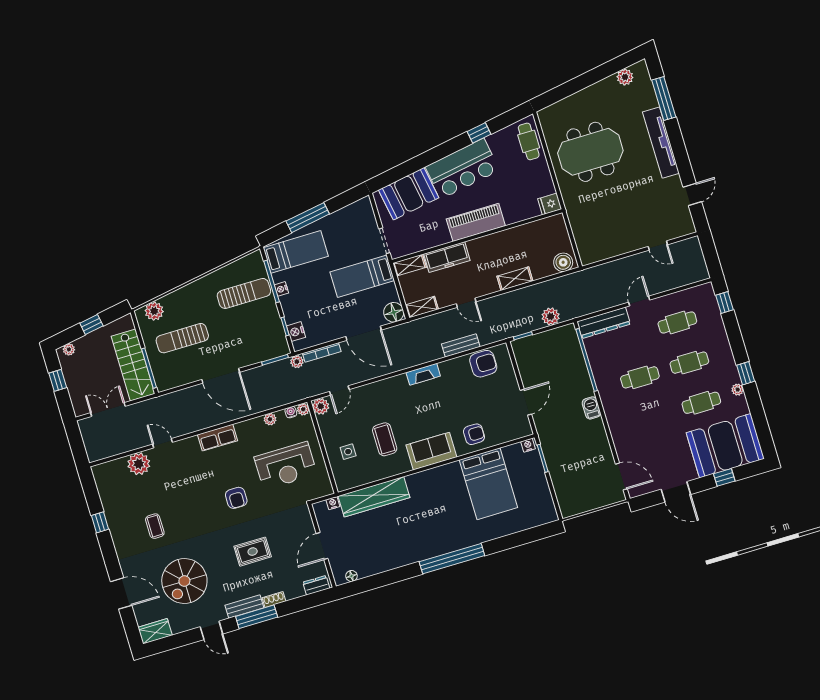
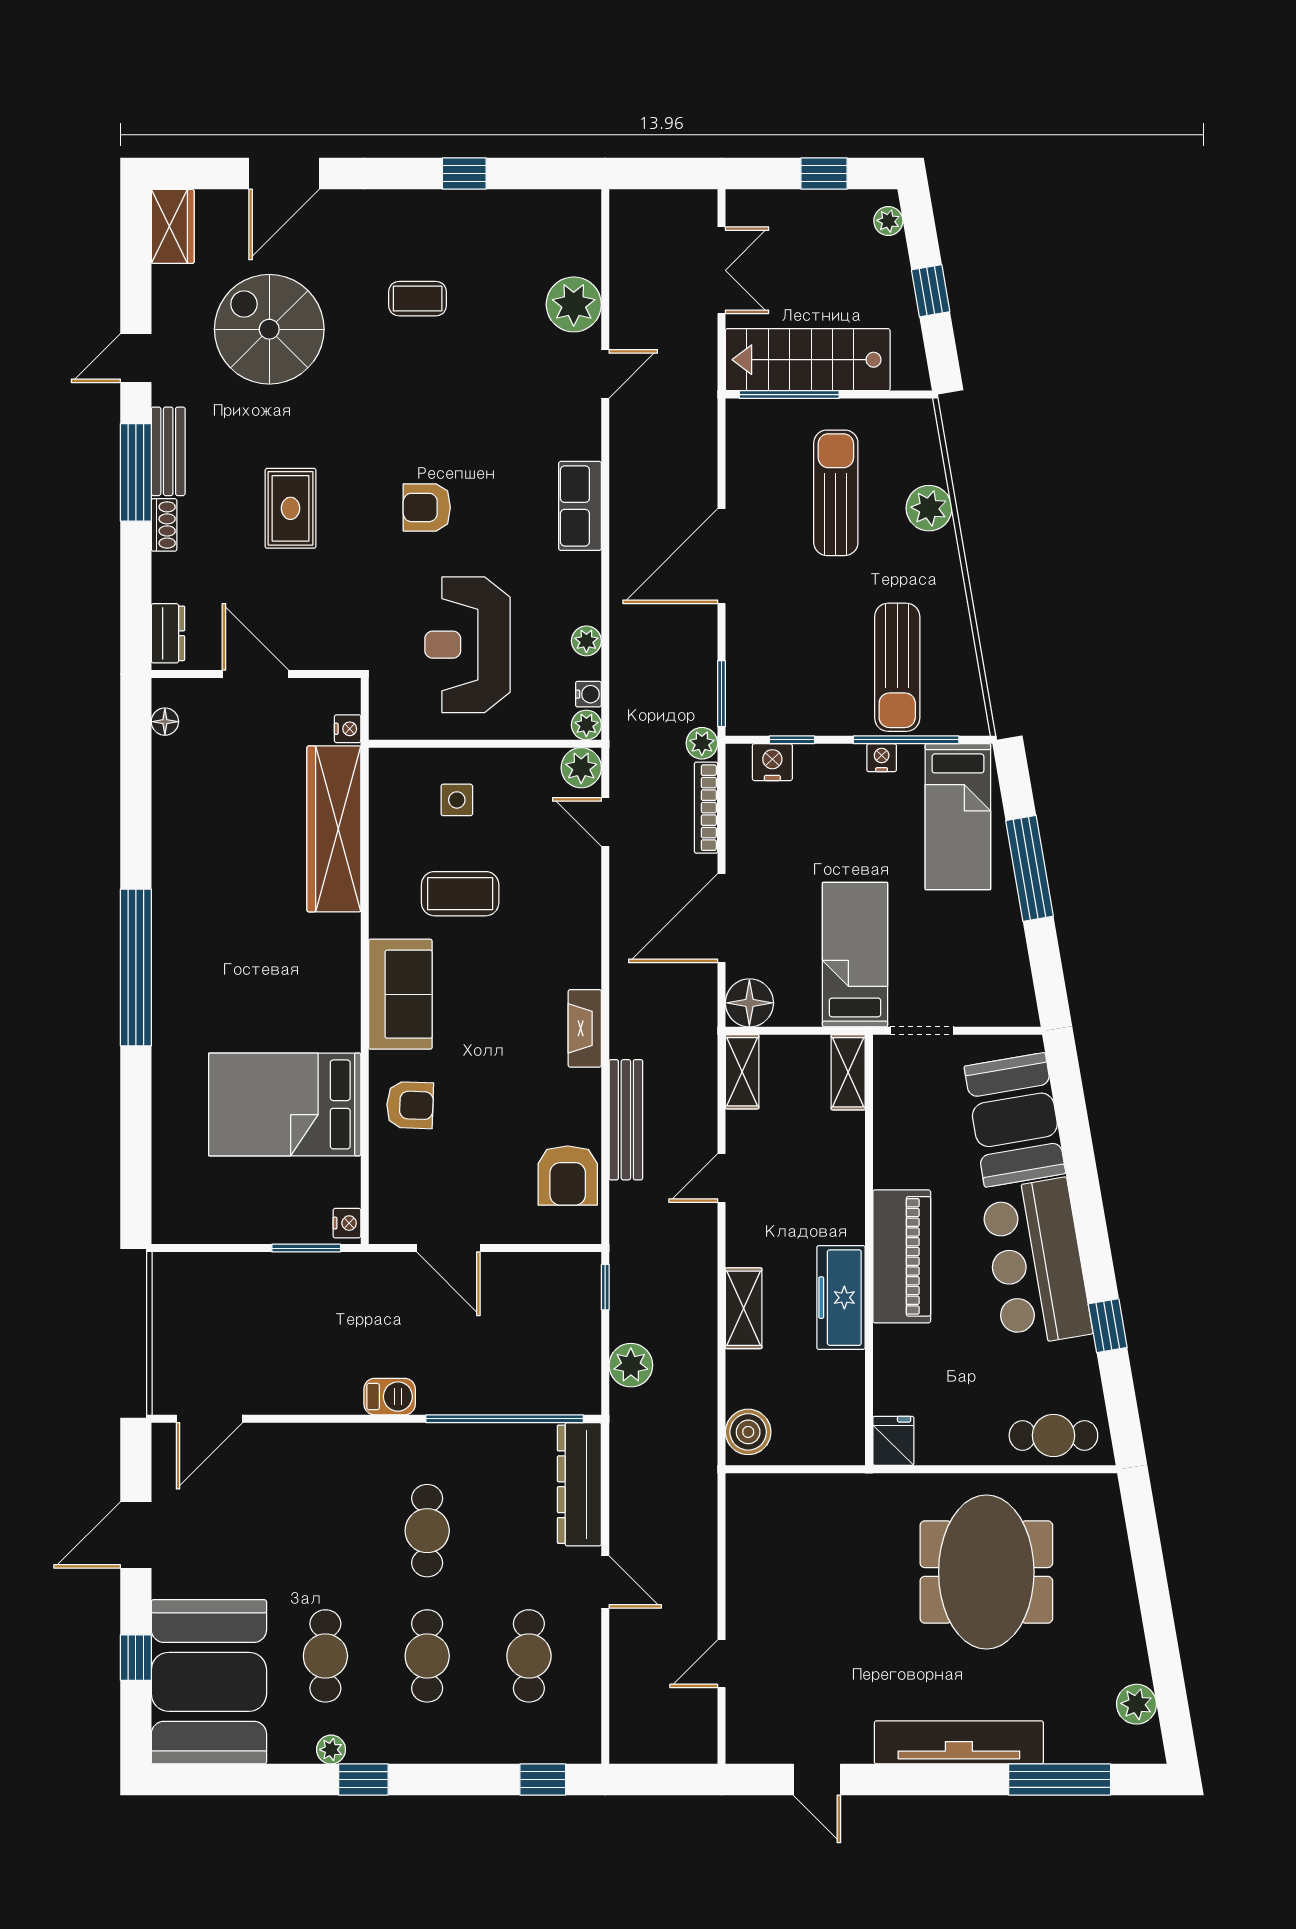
freezer: (447, 257) -> (841, 1298), moved
plant: (154, 311) -> (929, 508), moved
bench: (461, 345) -> (626, 1120), width x1.36
armchair: (474, 434) -> (410, 1105), turned -88

